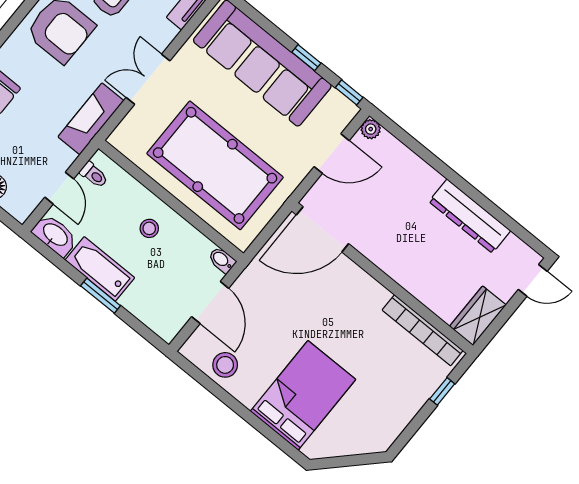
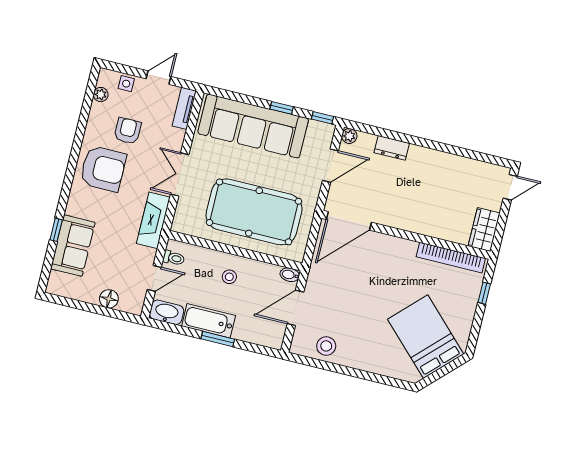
door: (59, 188) -> (154, 278), hinge flipped
dresser: (470, 216) -> (392, 148), moved, width x0.51, depth x0.80
door: (210, 303) -> (295, 308), swing flipped
bed: (303, 395) -> (426, 337), moved, turned -45

